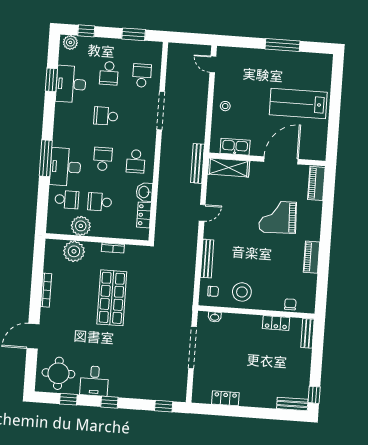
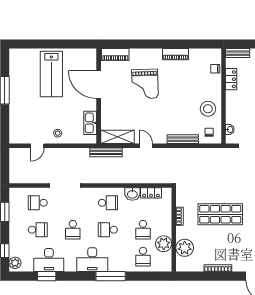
door: (213, 64) -> (37, 146), moved
desk: (65, 167) -> (92, 260), moved
shelving: (229, 168) -> (117, 137), moved, turned 90
school desk: (67, 200) -> (143, 257), turned 180

